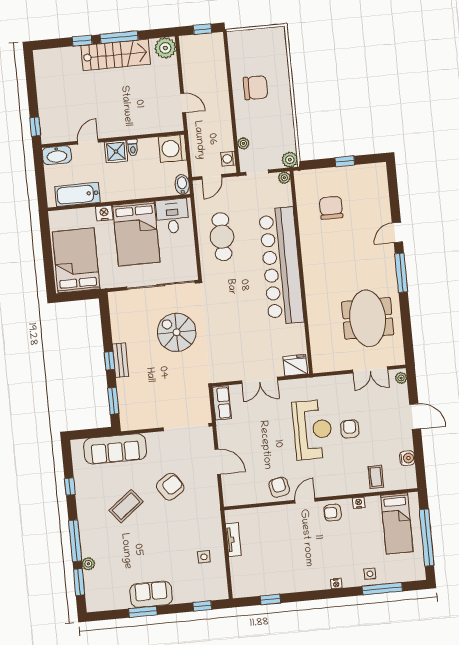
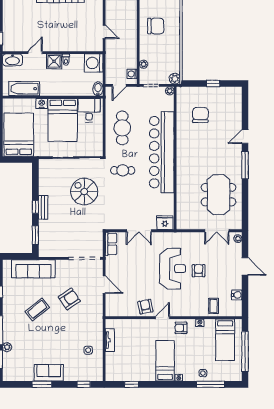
cafe table: (228, 297) -> (123, 170), added
bed: (315, 562) -> (165, 361), added

